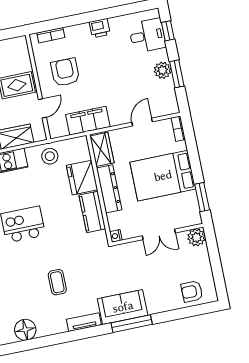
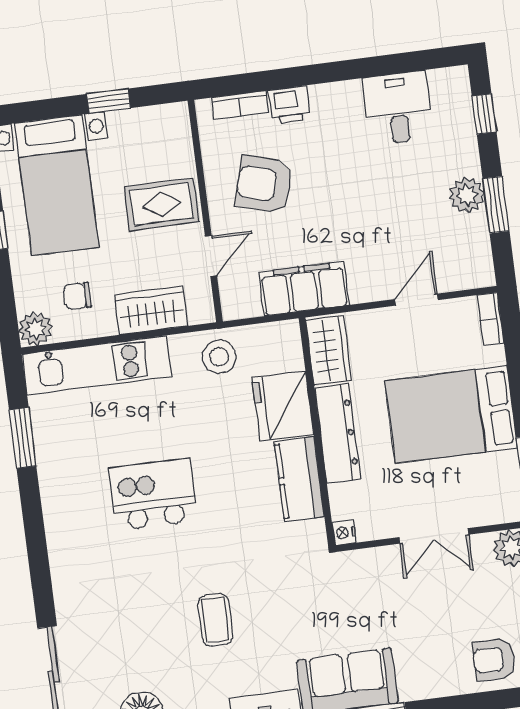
printer: (100, 28) -> (289, 105), moved
desk: (147, 36) -> (398, 108), moved, turned -90
armchair: (65, 72) -> (264, 184), turned -74

